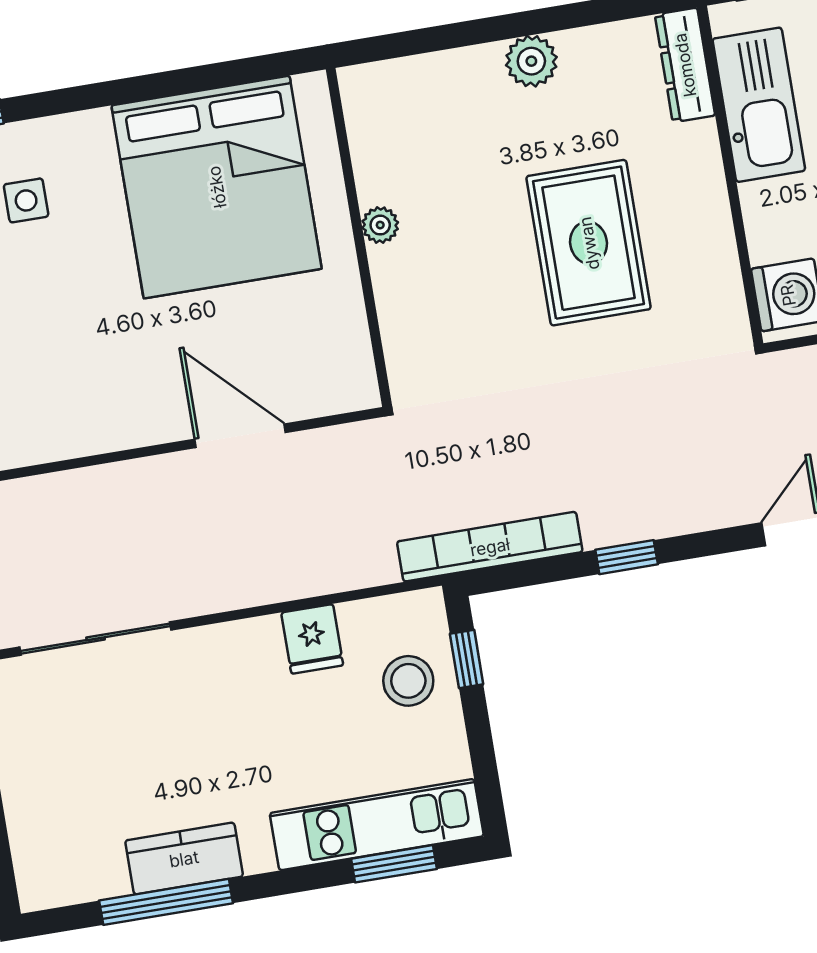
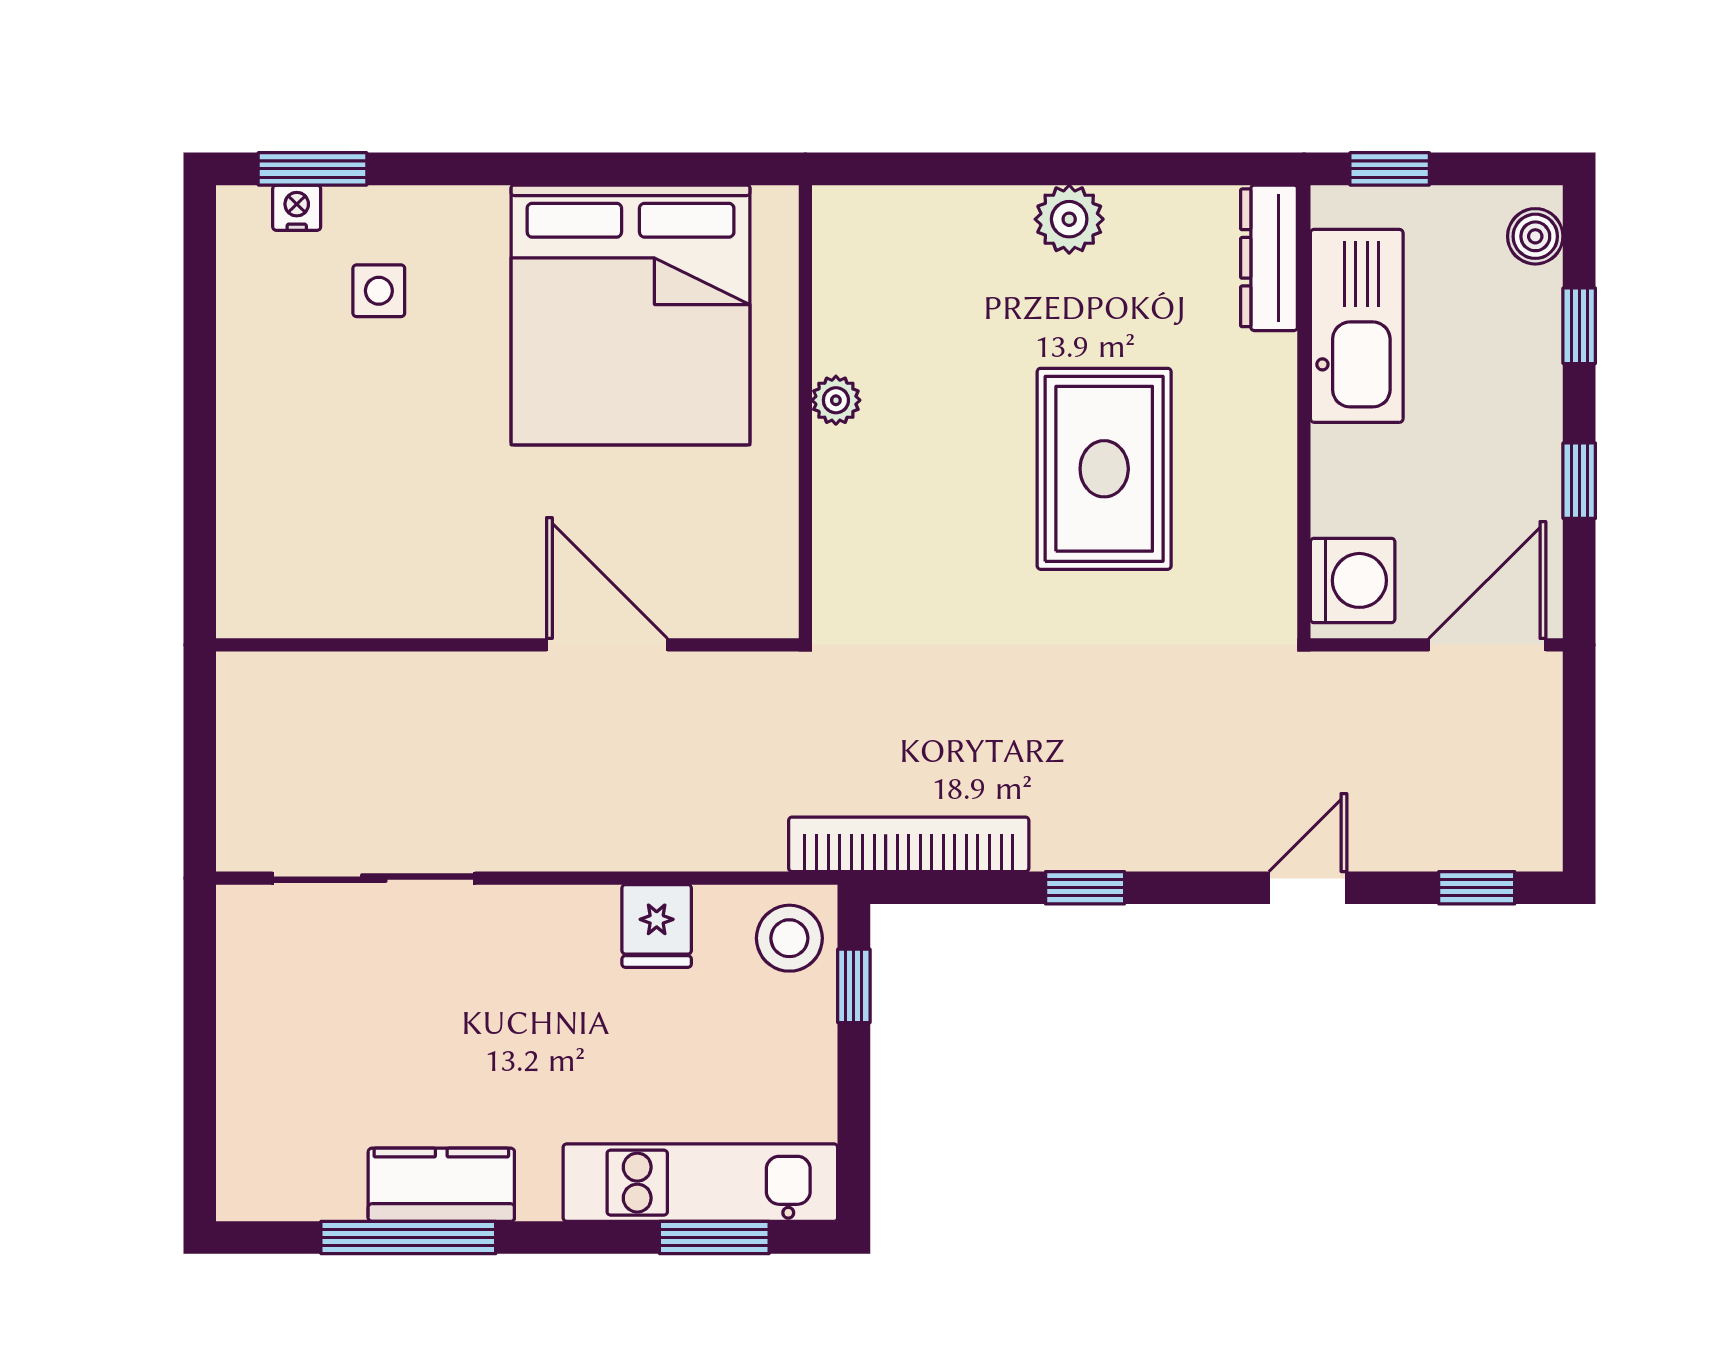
stool: (408, 681) -> (789, 938), moved

